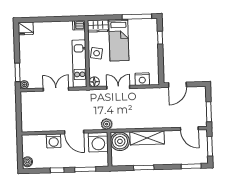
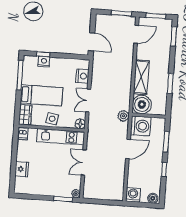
fridge: (26, 28) -> (22, 169), moved
nightstand: (153, 39) -> (44, 62), added
washing machine: (54, 141) -> (133, 195), moved, turned -90

